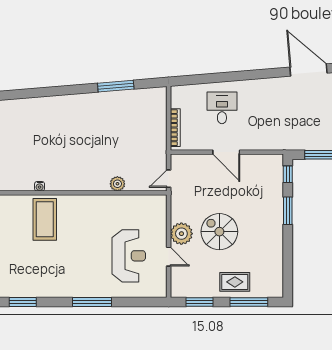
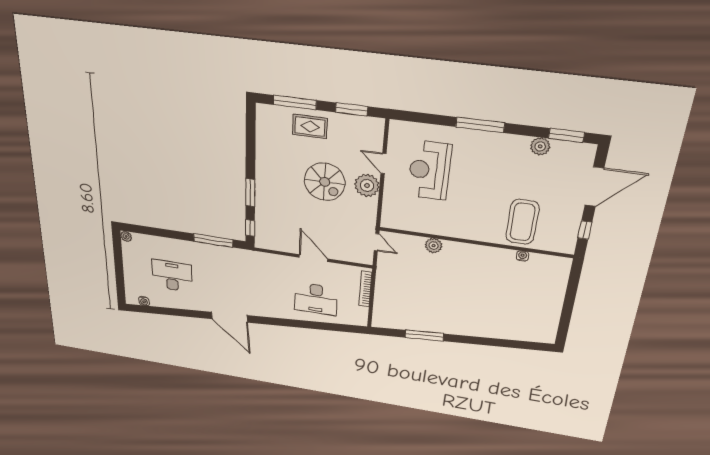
desk: (222, 108) -> (316, 299), width x1.37
door: (169, 179) -> (377, 242), hinge flipped
plant: (42, 290) -> (540, 146), added

